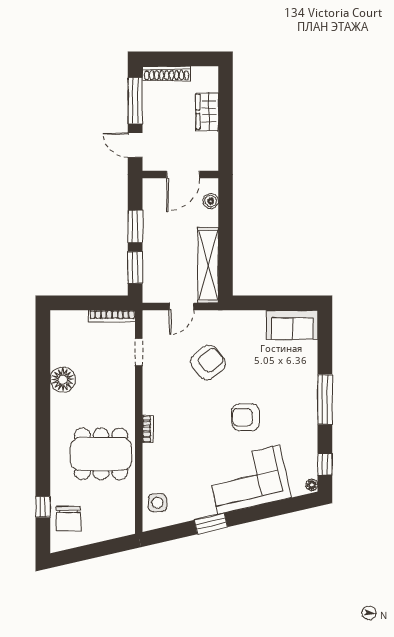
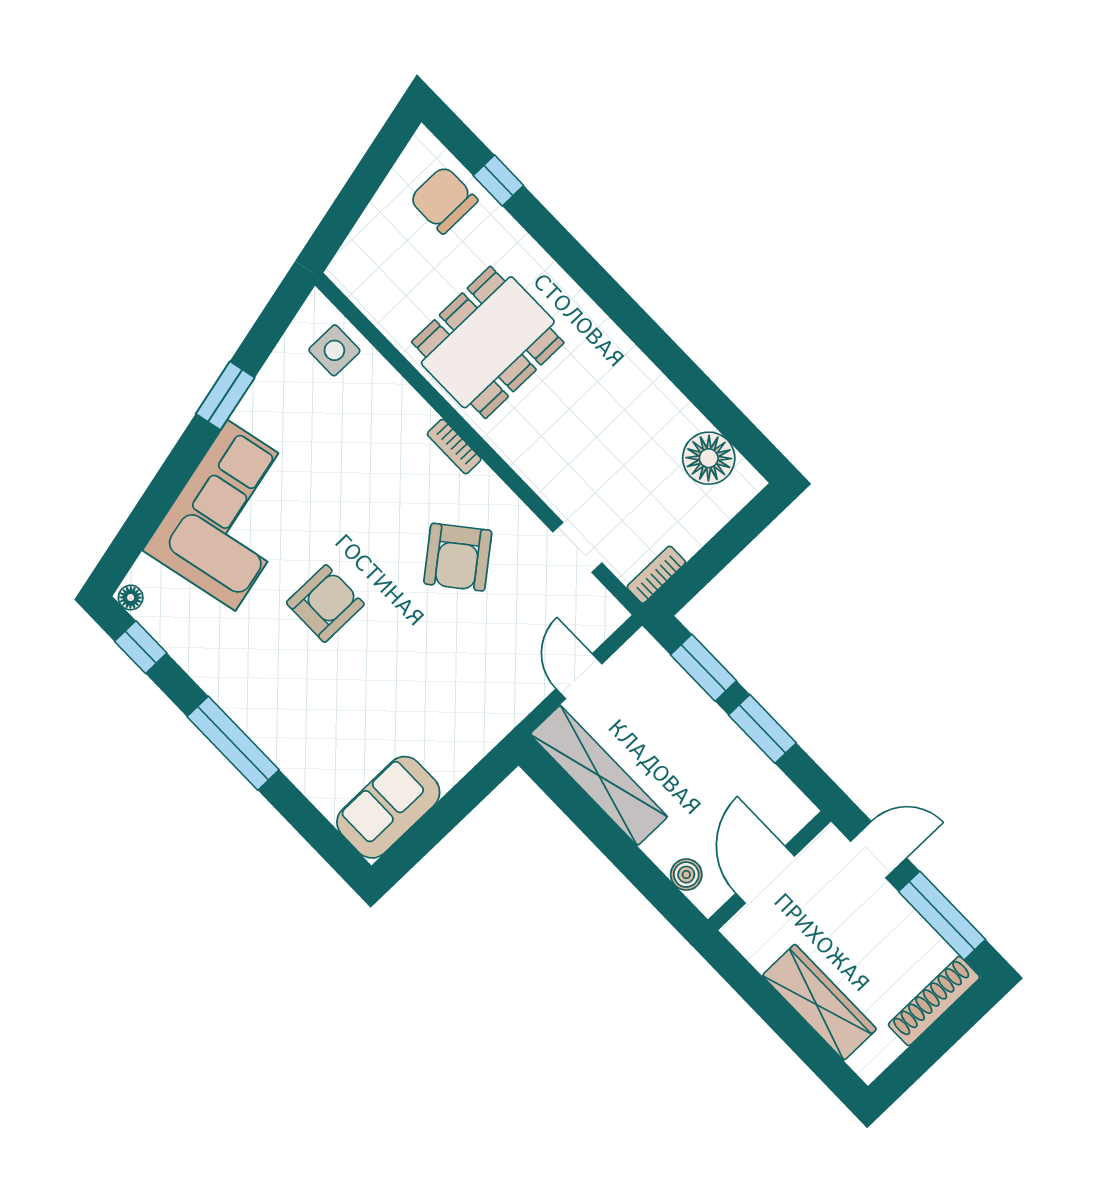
wardrobe: (207, 112) -> (819, 1002), width x1.50
bookcase: (112, 316) -> (656, 575), width x0.64
armchair: (208, 362) -> (458, 557), moved
floor lamp: (63, 380) -> (709, 458), moved

